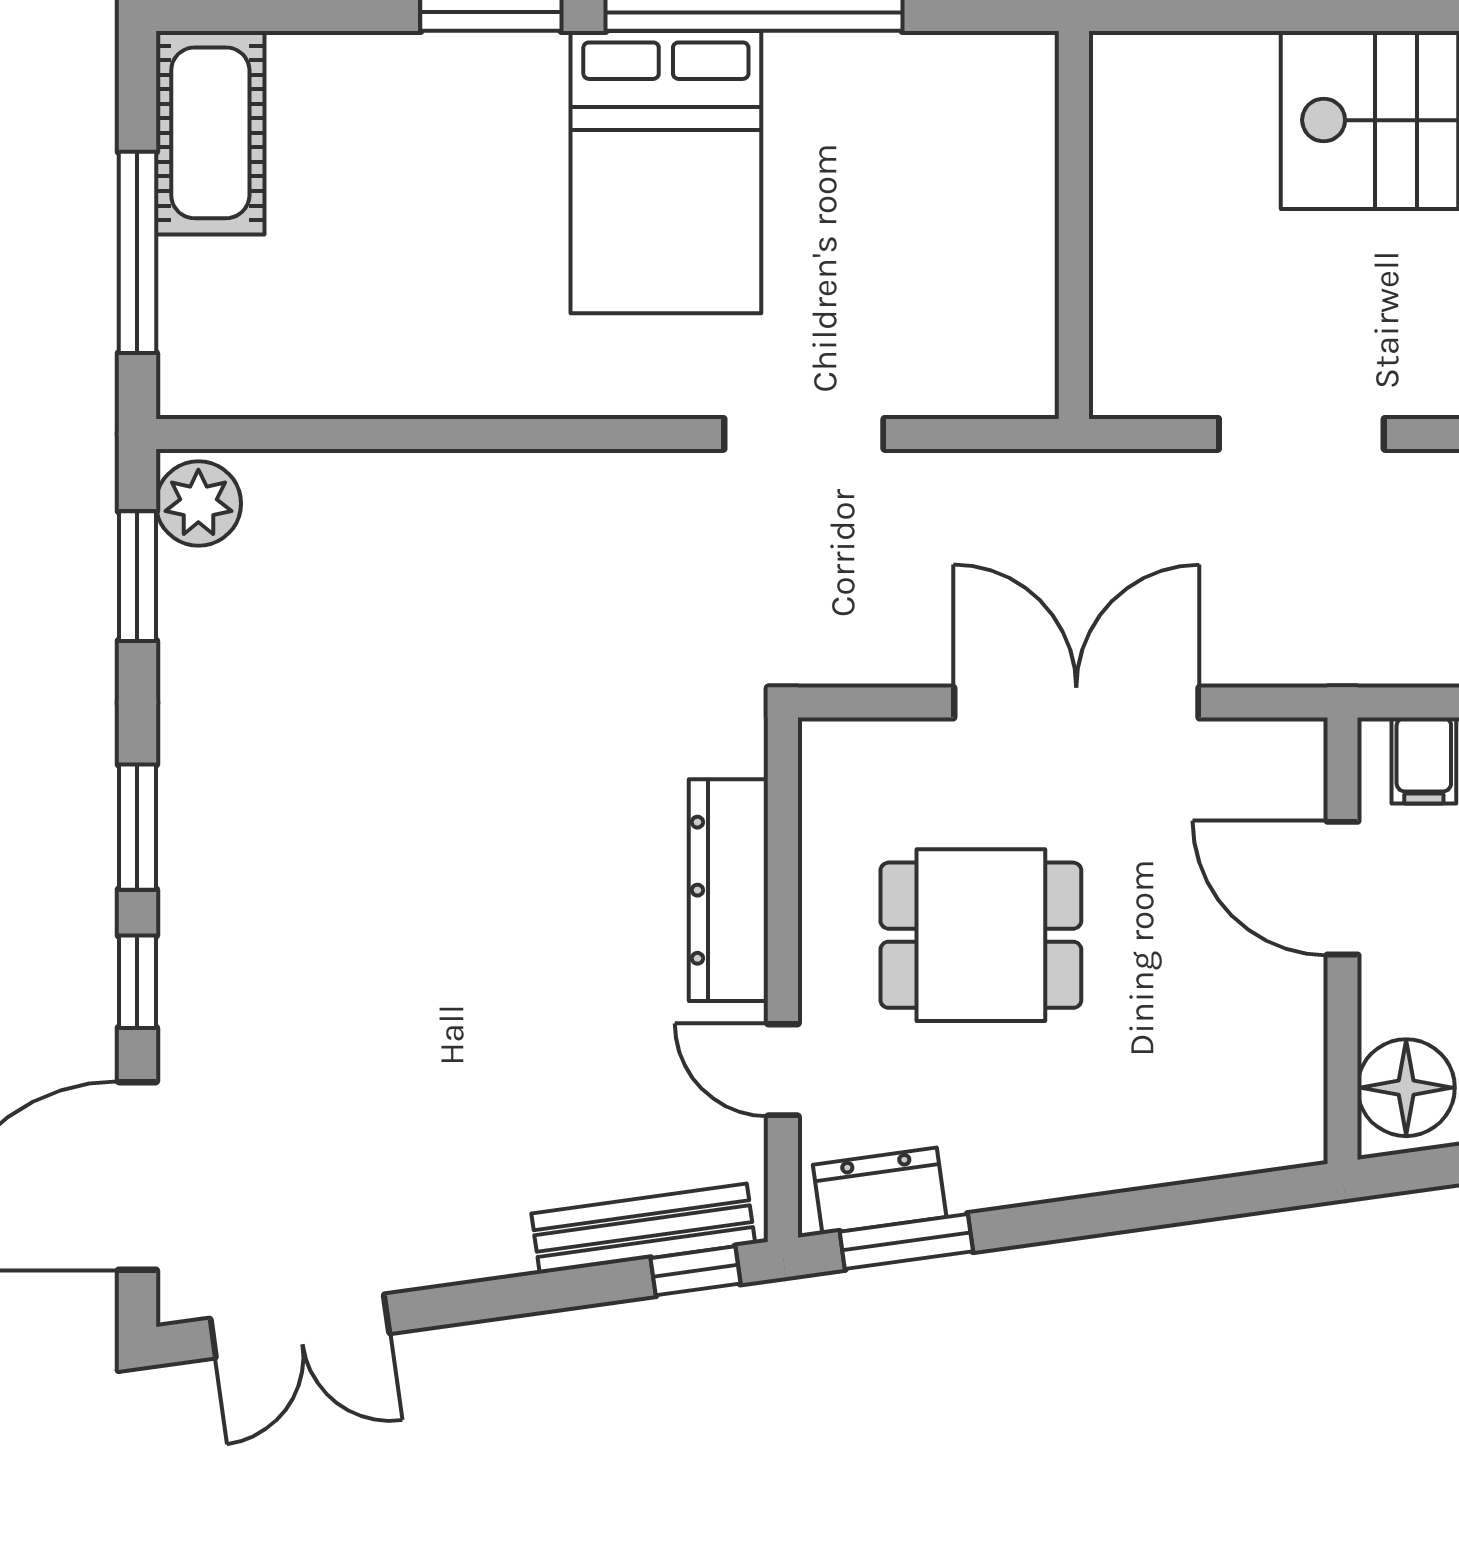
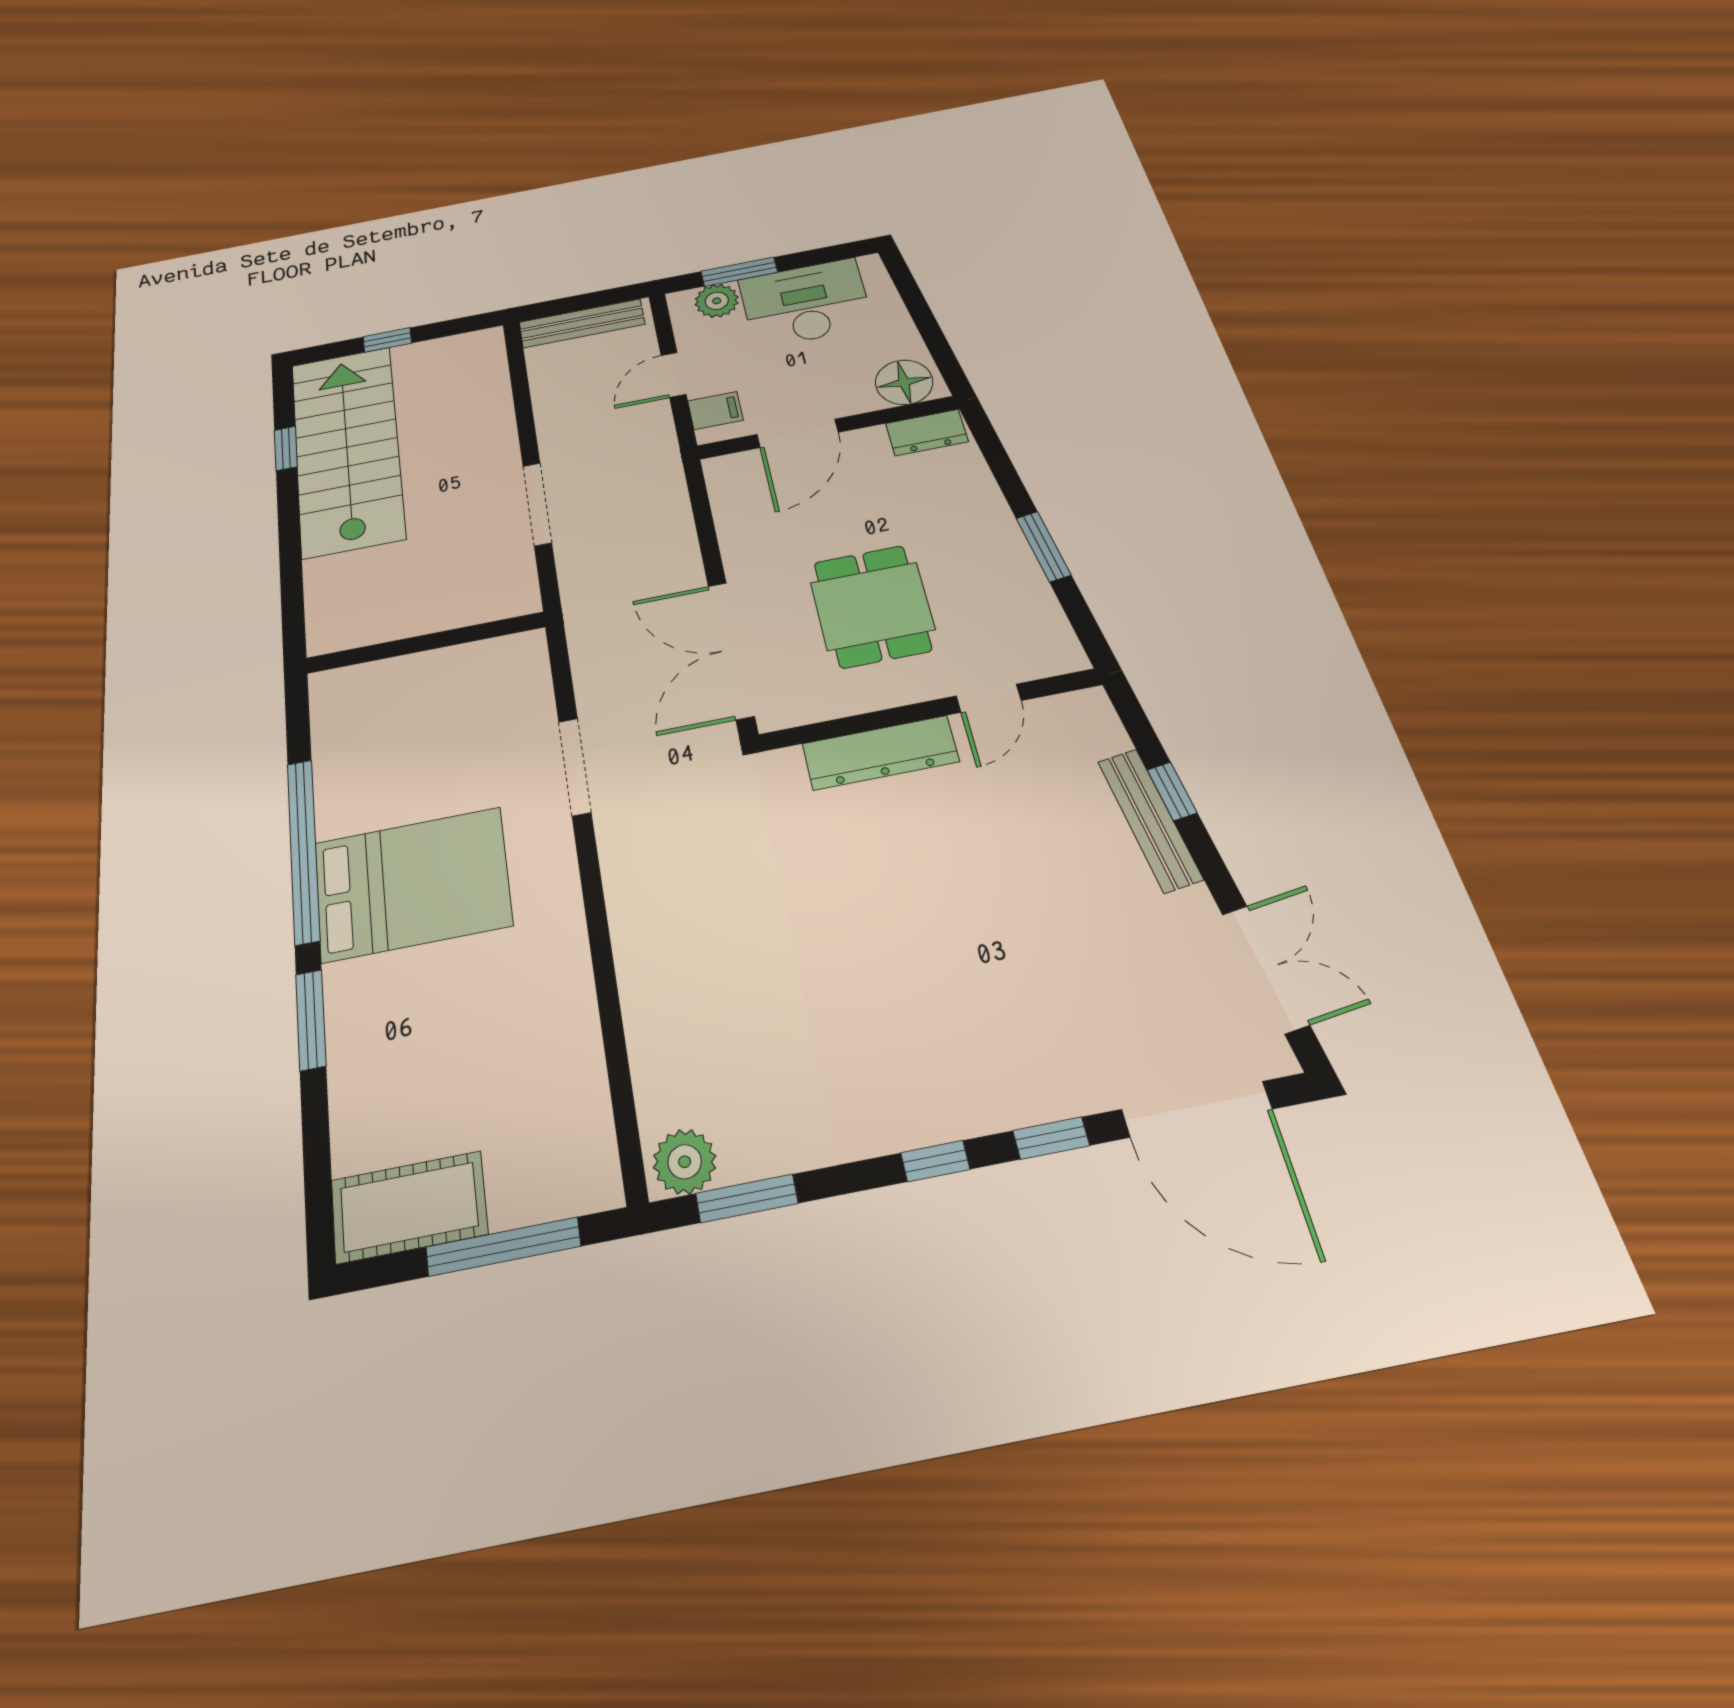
double door: (1076, 703) -> (731, 650), moved
window: (137, 827) -> (935, 1161), width x0.67
dresser: (880, 1191) -> (927, 432), moved, turned -82
bench: (643, 1229) -> (1150, 820), moved
window: (906, 1242) -> (1043, 546), moved
window: (695, 1271) -> (1172, 791), moved

